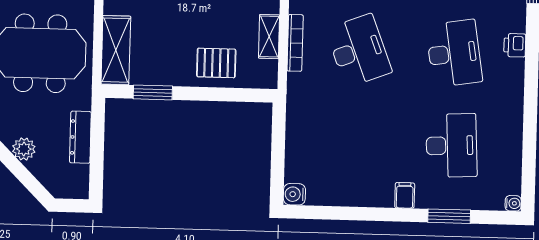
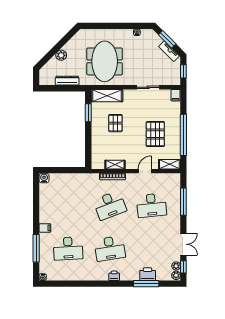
pallet: (216, 63) -> (115, 123), moved
window: (449, 216) -> (36, 248), width x1.44

